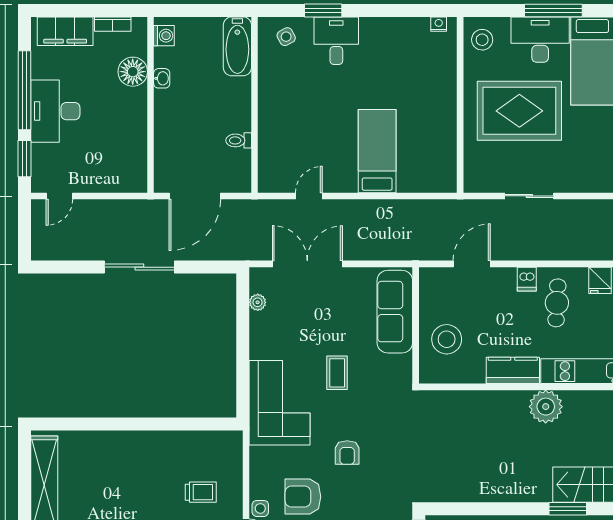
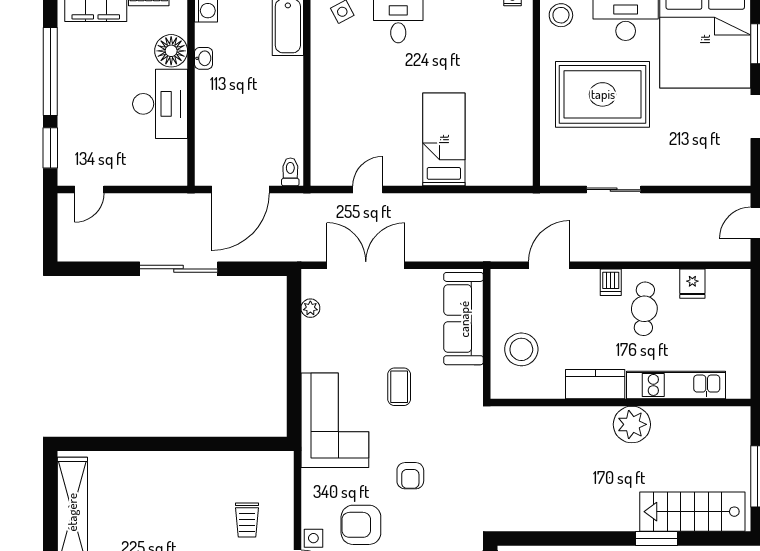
desk: (55, 111) -> (160, 104), moved, turned 180
toilet: (239, 140) -> (290, 172), moved, turned 90
trolley: (201, 492) -> (247, 520), turned 90

